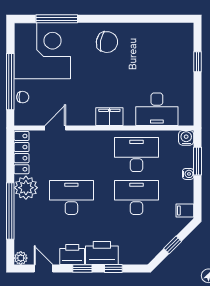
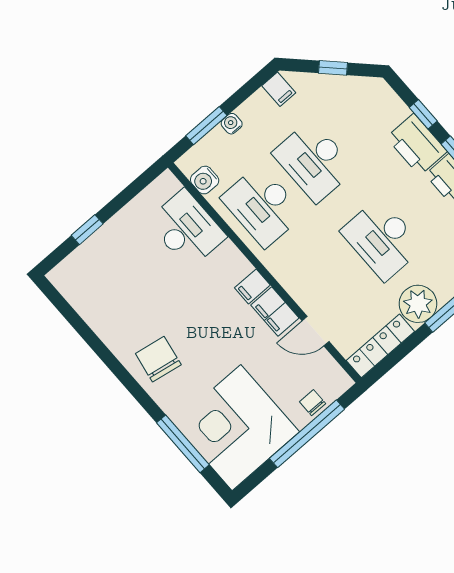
filing cabinet: (81, 117) -> (275, 311), added
filing cabinet: (109, 117) -> (252, 286), width x0.50
water cooler: (186, 138) -> (205, 180), moved

